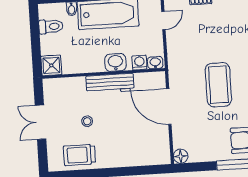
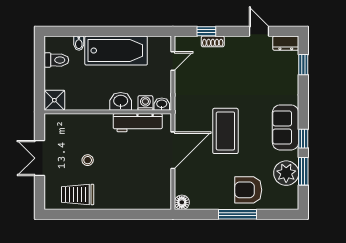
workbench: (110, 83) -> (138, 123), moved
door: (169, 107) -> (173, 150), swing flipped

